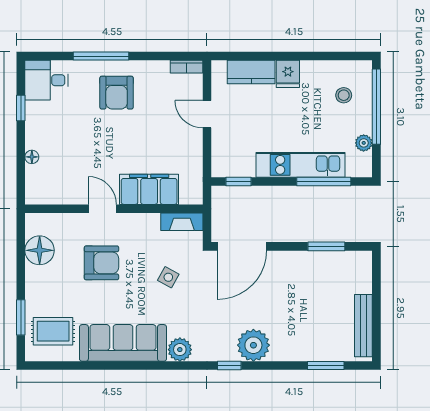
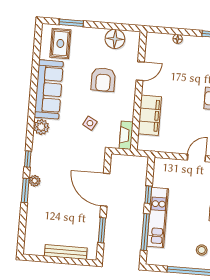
plant: (364, 143) -> (169, 261), removed
window: (238, 181) -> (148, 195), moved
door: (102, 209) -> (140, 71), moved
door: (242, 246) -> (105, 190), moved
bench: (363, 326) -> (66, 252), moved
plant: (253, 345) -> (35, 181), width x0.53, depth x0.53
window: (326, 366) -> (25, 191), moved

